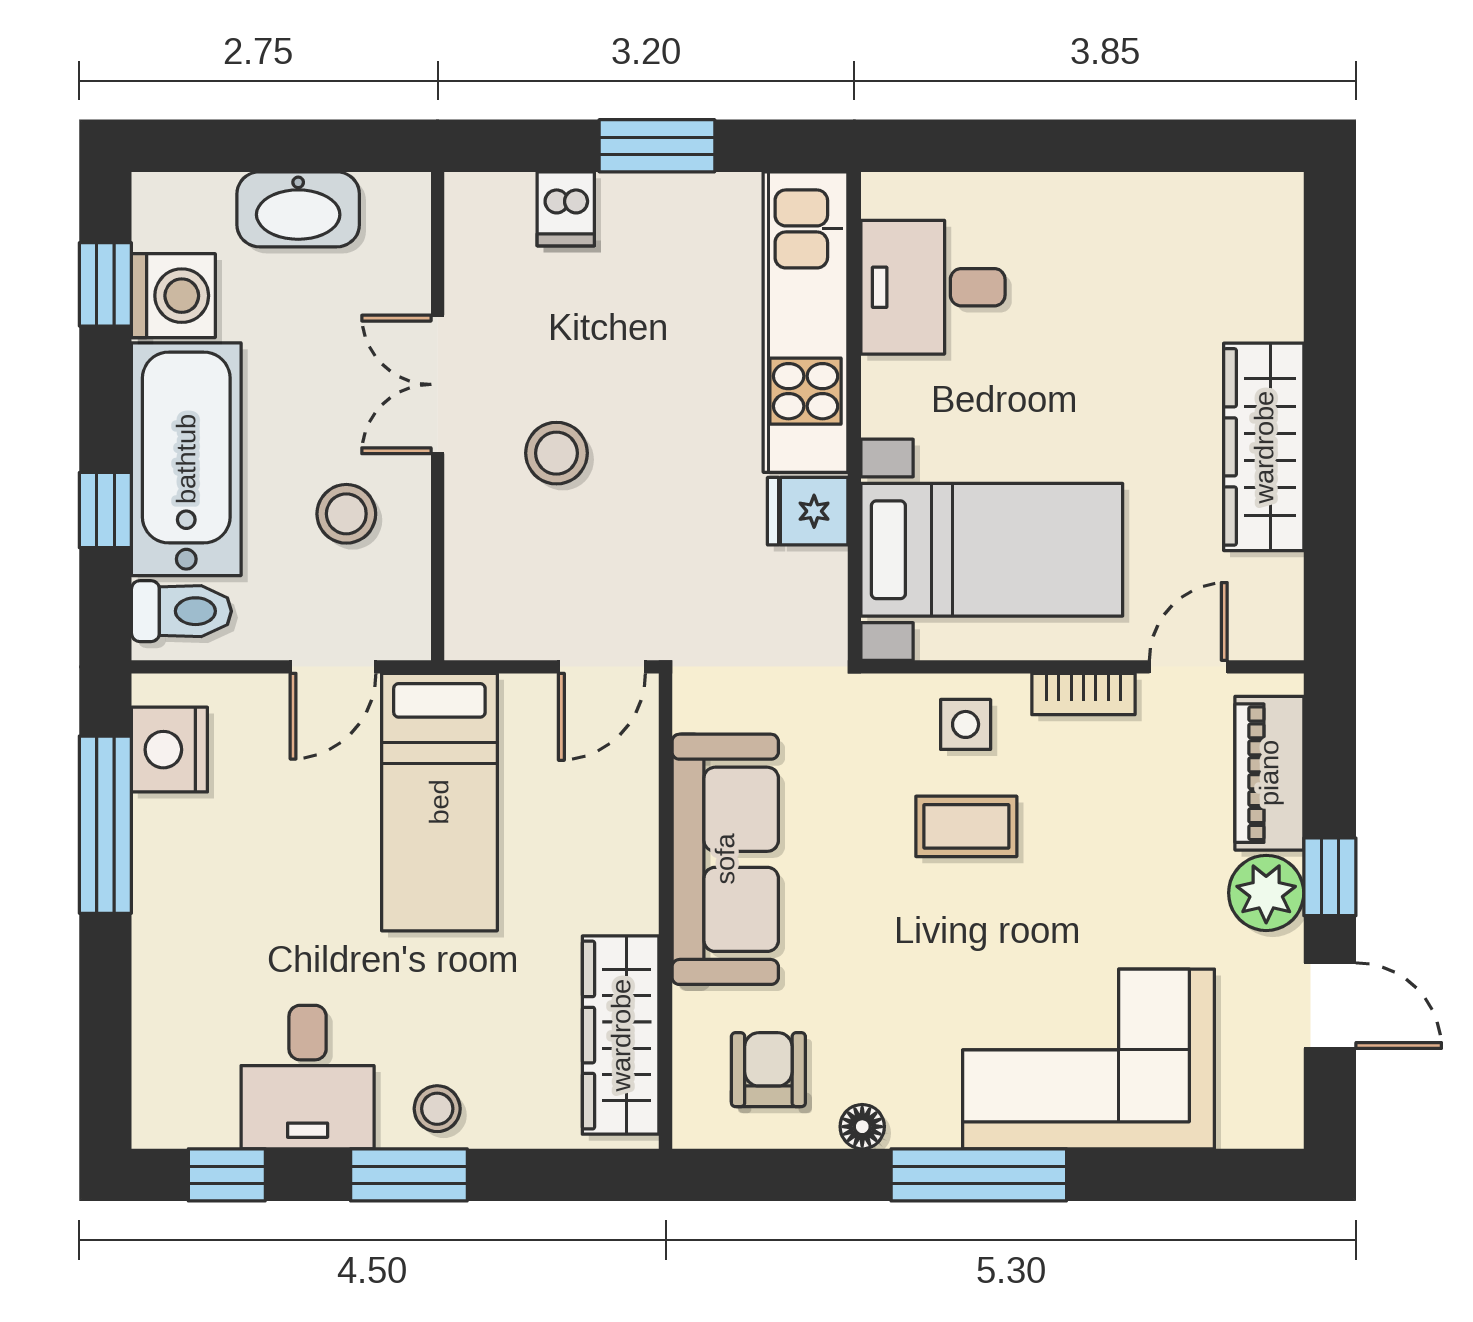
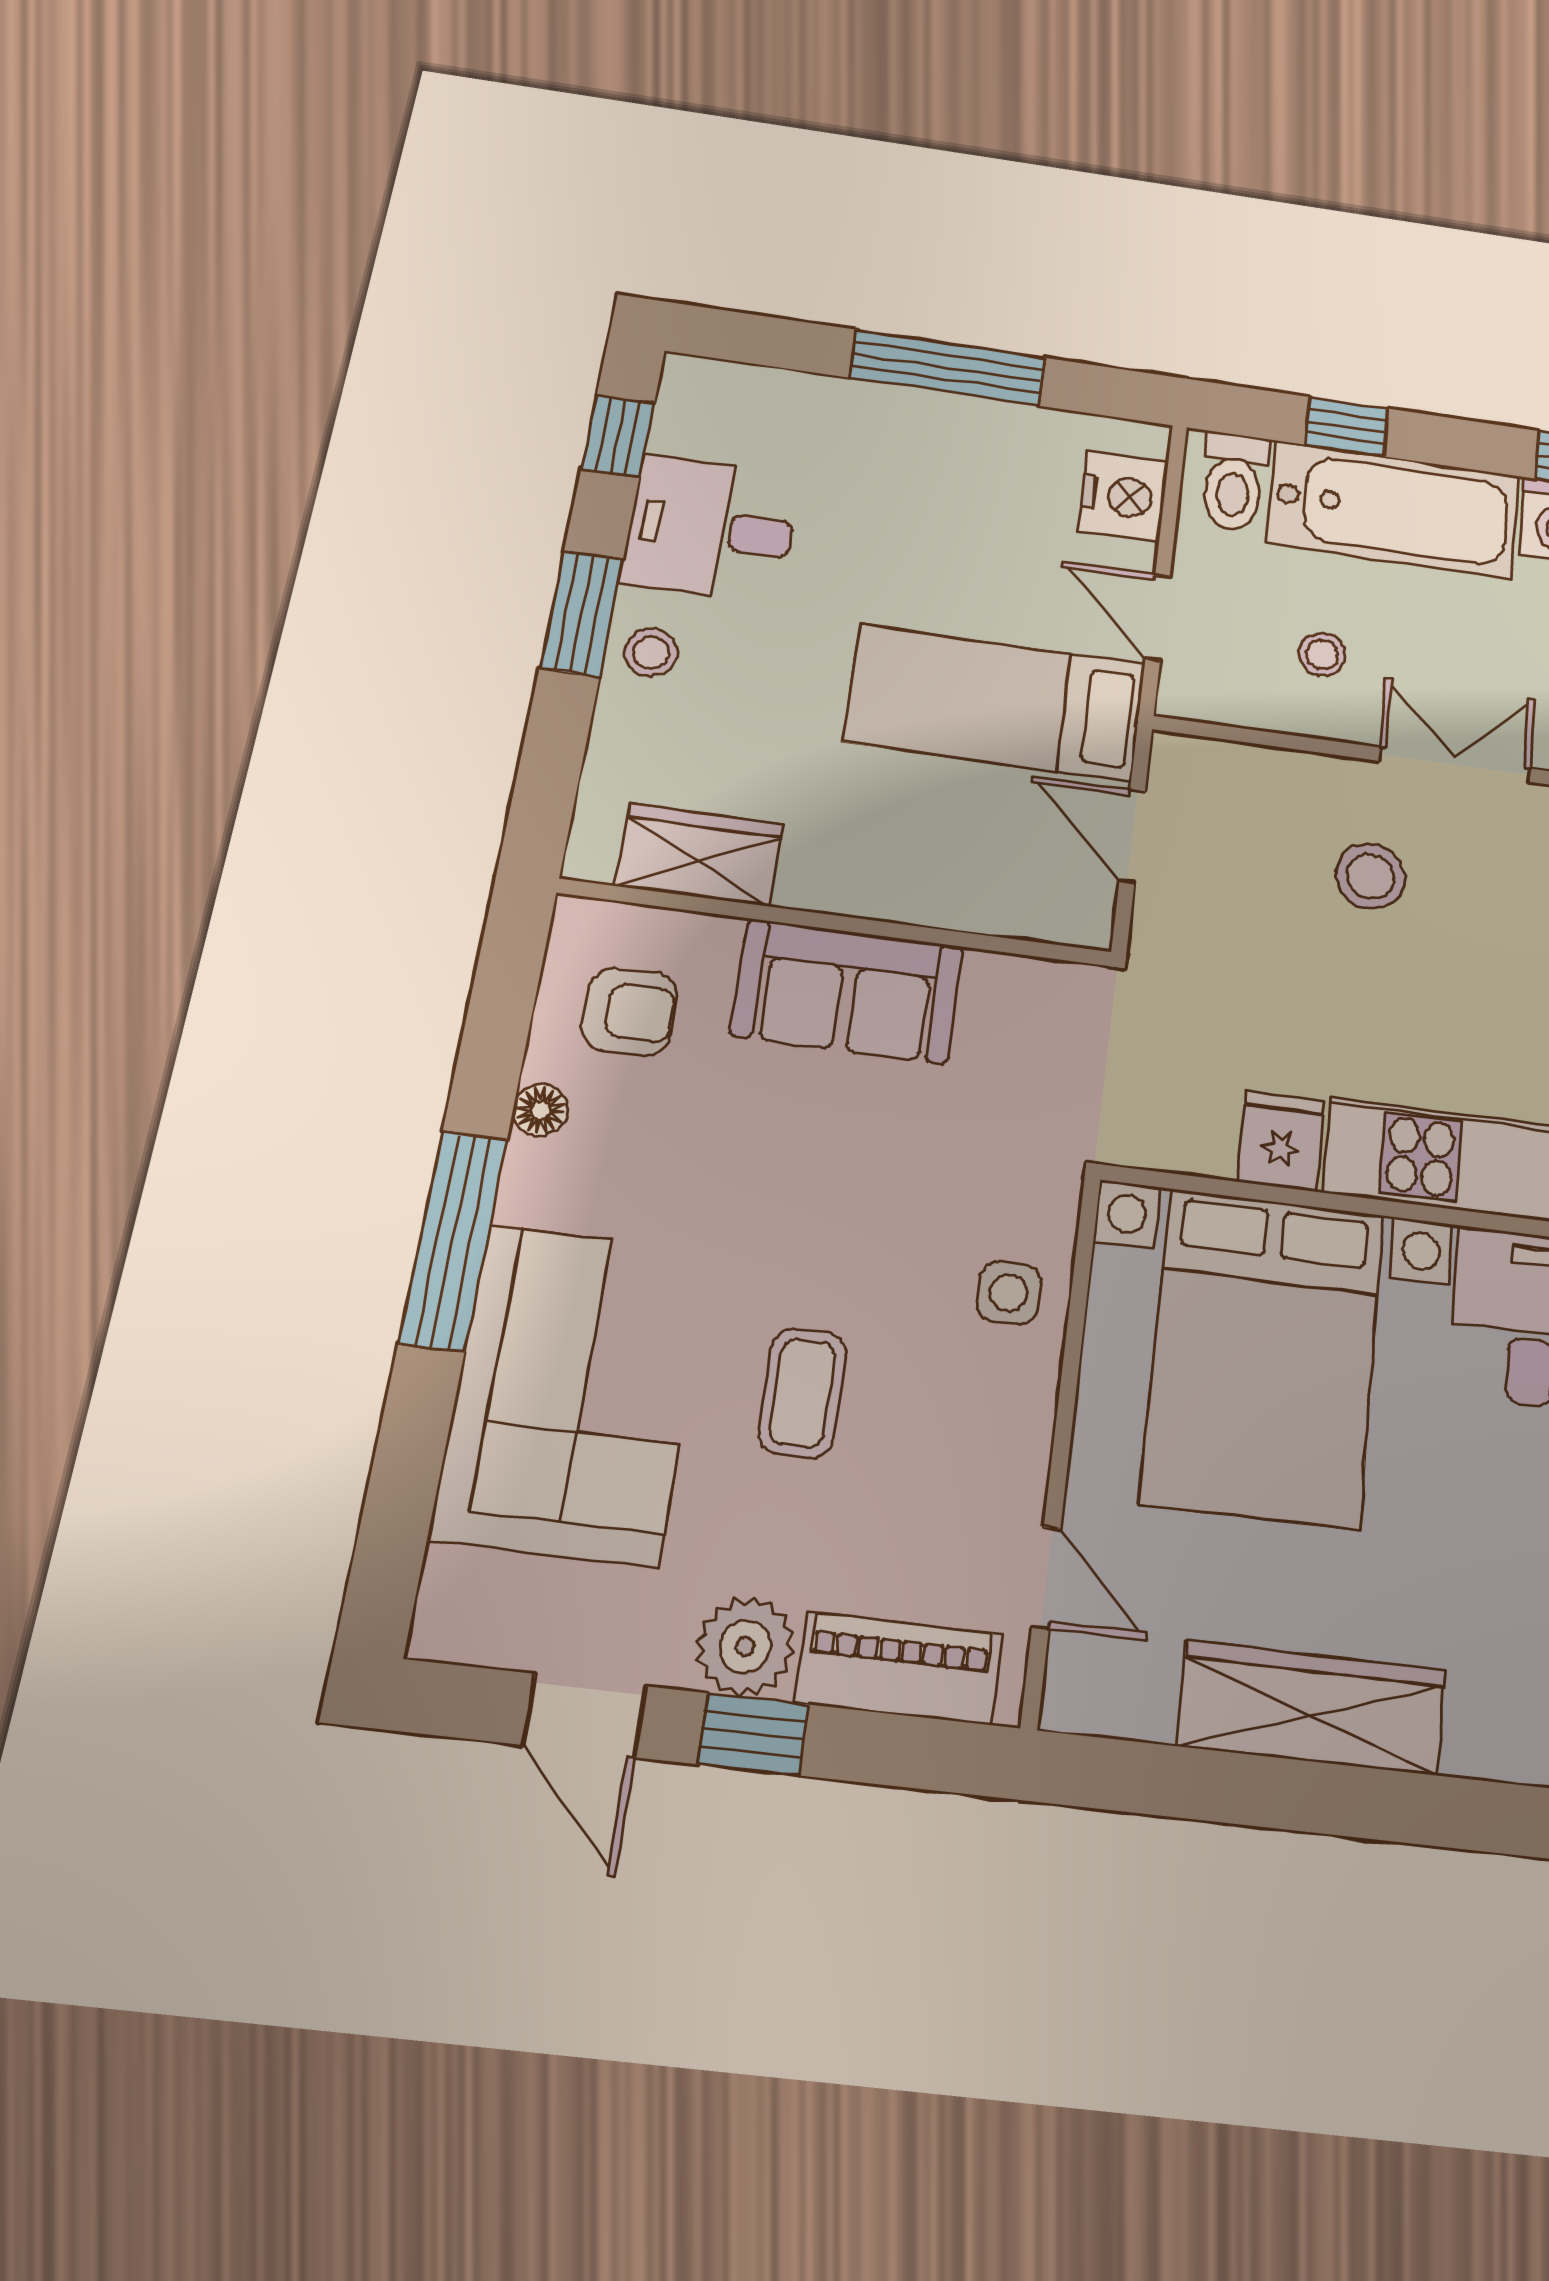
stool: (346, 514) -> (1322, 654), width x0.73, depth x0.73
bed with nightstands: (992, 550) -> (1264, 1356), width x1.36
door: (602, 667) -> (1132, 836), moved
bookcase: (1083, 694) -> (1028, 1441), removed
nightstand: (169, 750) -> (1123, 497), moved, turned 90
window: (105, 825) -> (948, 368), moved
coffee table: (966, 826) -> (802, 1393), moved
sofa: (725, 859) -> (847, 991), width x0.73
door: (1330, 1006) -> (585, 1715), hinge flipped
wardrobe: (621, 1035) -> (700, 855), width x0.67

